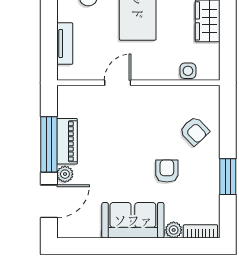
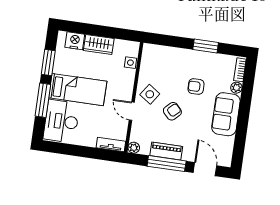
tv unit: (65, 44) -> (111, 145), moved
side table: (146, 105) -> (150, 94), added
armchair: (194, 131) -> (172, 111), moved
plant: (65, 174) -> (134, 148), moved

